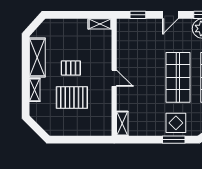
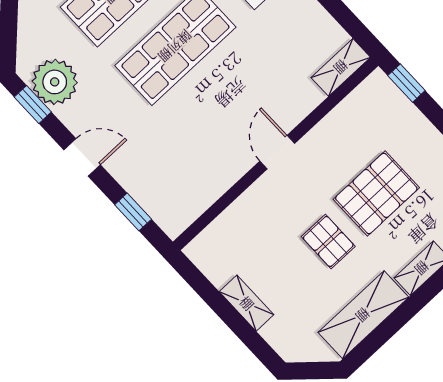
shelving: (100, 24) -> (247, 303), moved
pallet: (72, 98) -> (376, 193), turned 90
window: (98, 140) -> (406, 83), added

